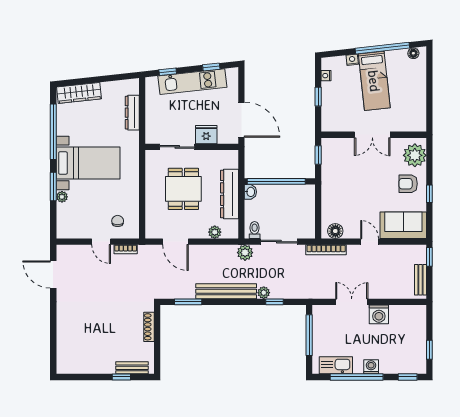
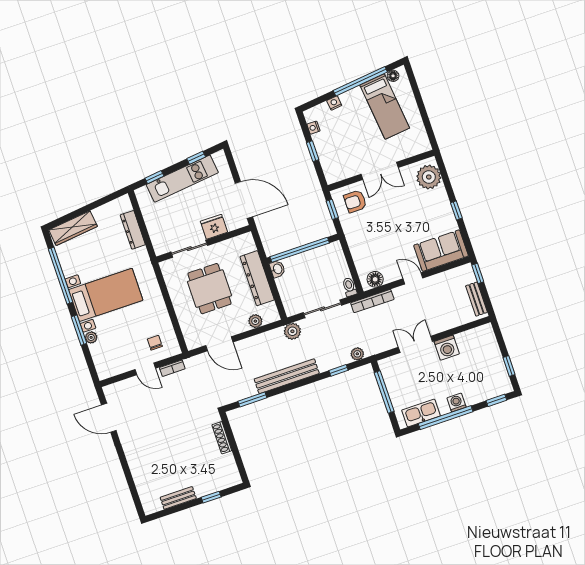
bed: (374, 81) -> (385, 107), moved
armchair: (408, 184) -> (355, 201), moved
toilet: (255, 230) -> (349, 287), moved
plant: (264, 293) -> (357, 354), moved
bench: (132, 368) -> (178, 498), moved

